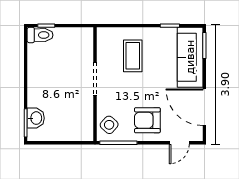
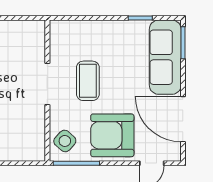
coffee table: (133, 56) -> (88, 81), moved
armchair: (147, 120) -> (112, 135), width x1.36, depth x1.36

